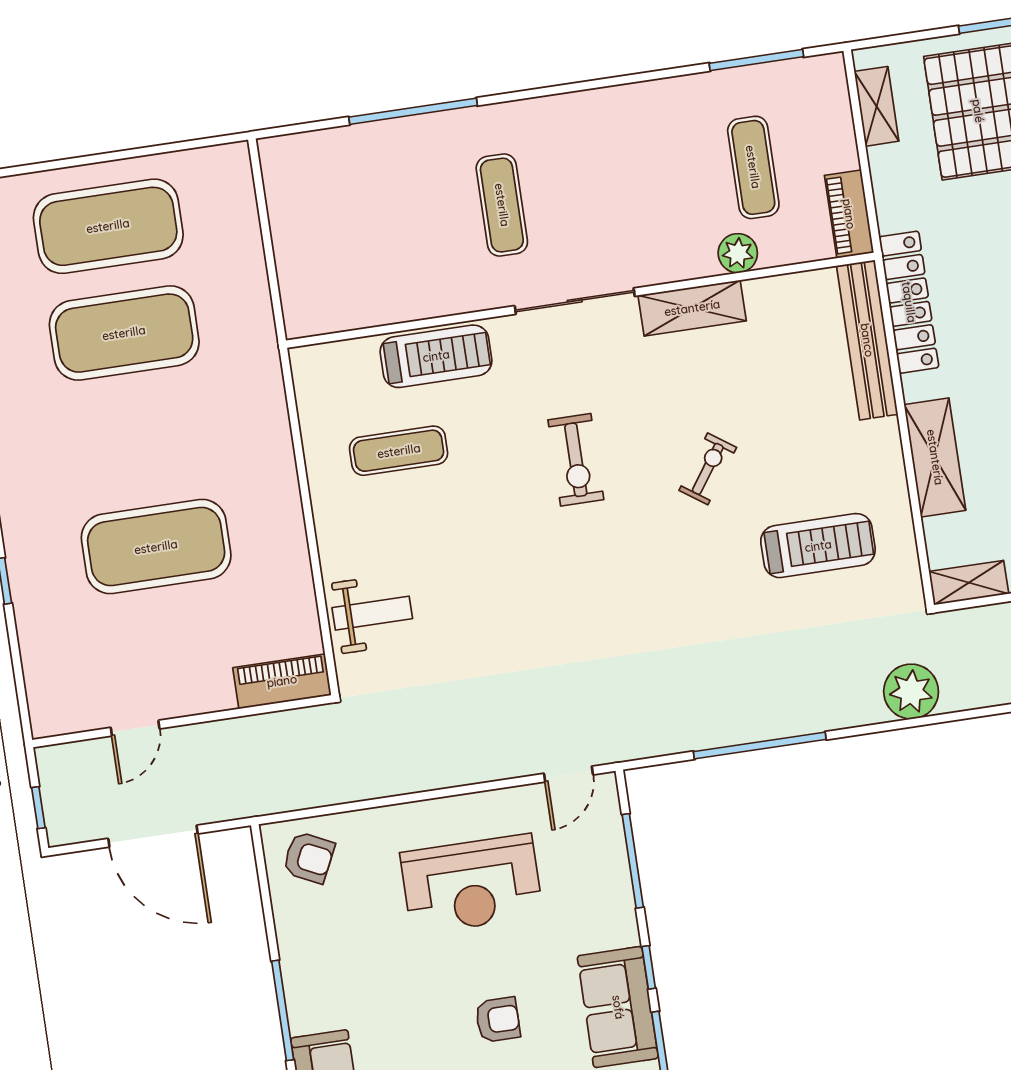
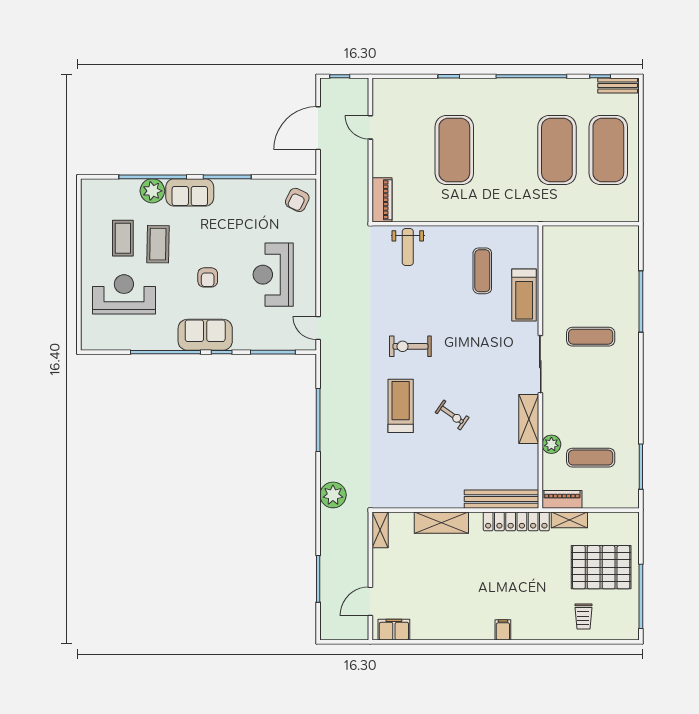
shelving: (877, 106) -> (569, 520), moved
exercise bike: (576, 460) -> (410, 346), moved
treadmill: (818, 546) -> (401, 406), moved, turned 180

